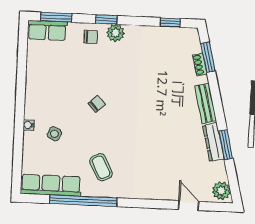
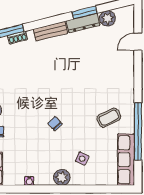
plant: (33, 109) -> (62, 177), added
water cooler: (29, 125) -> (29, 181), moved
plant: (221, 191) -> (108, 18), moved

